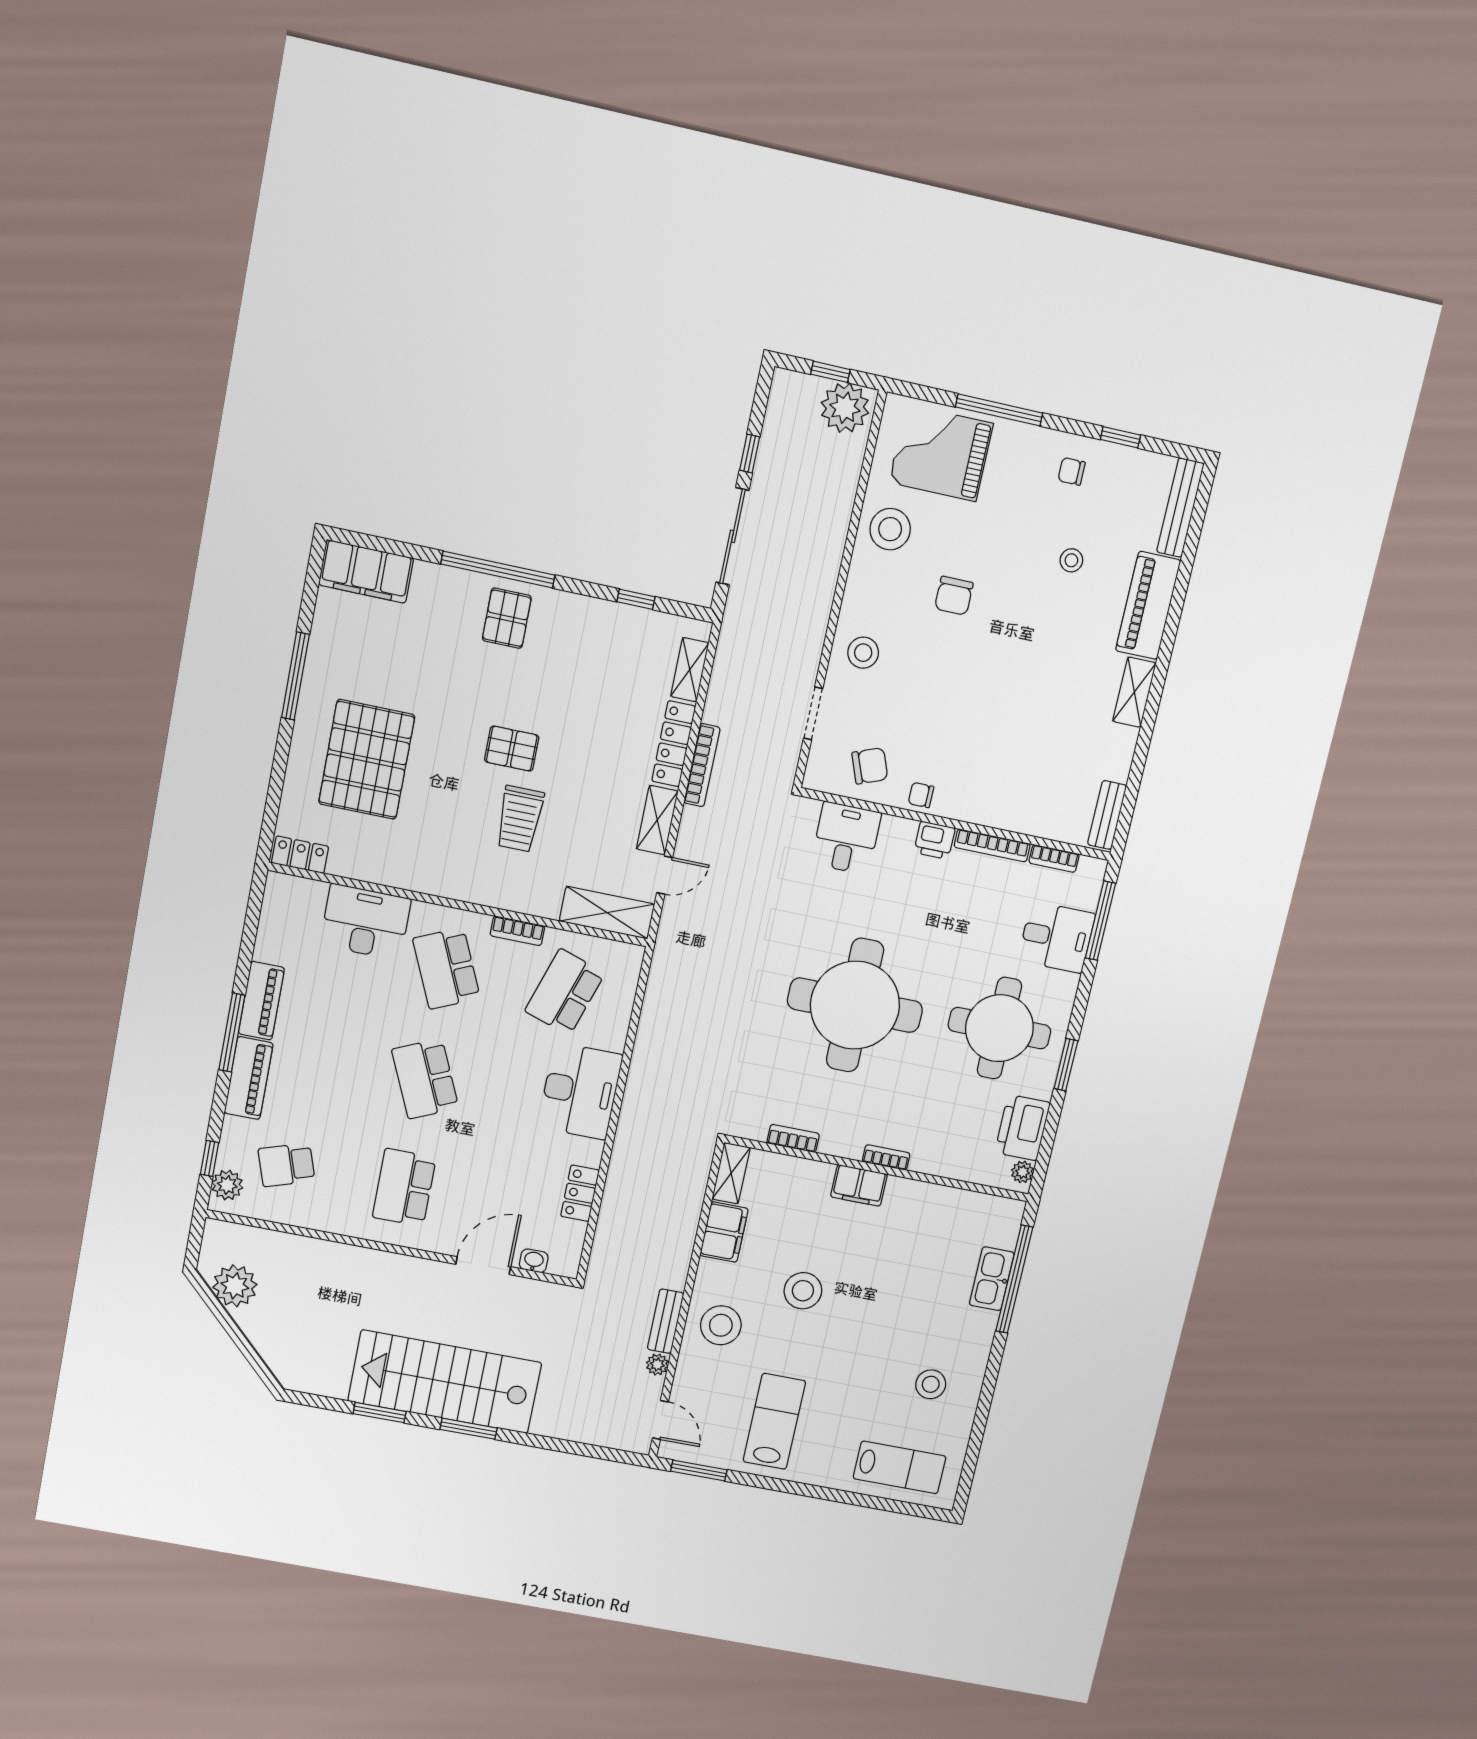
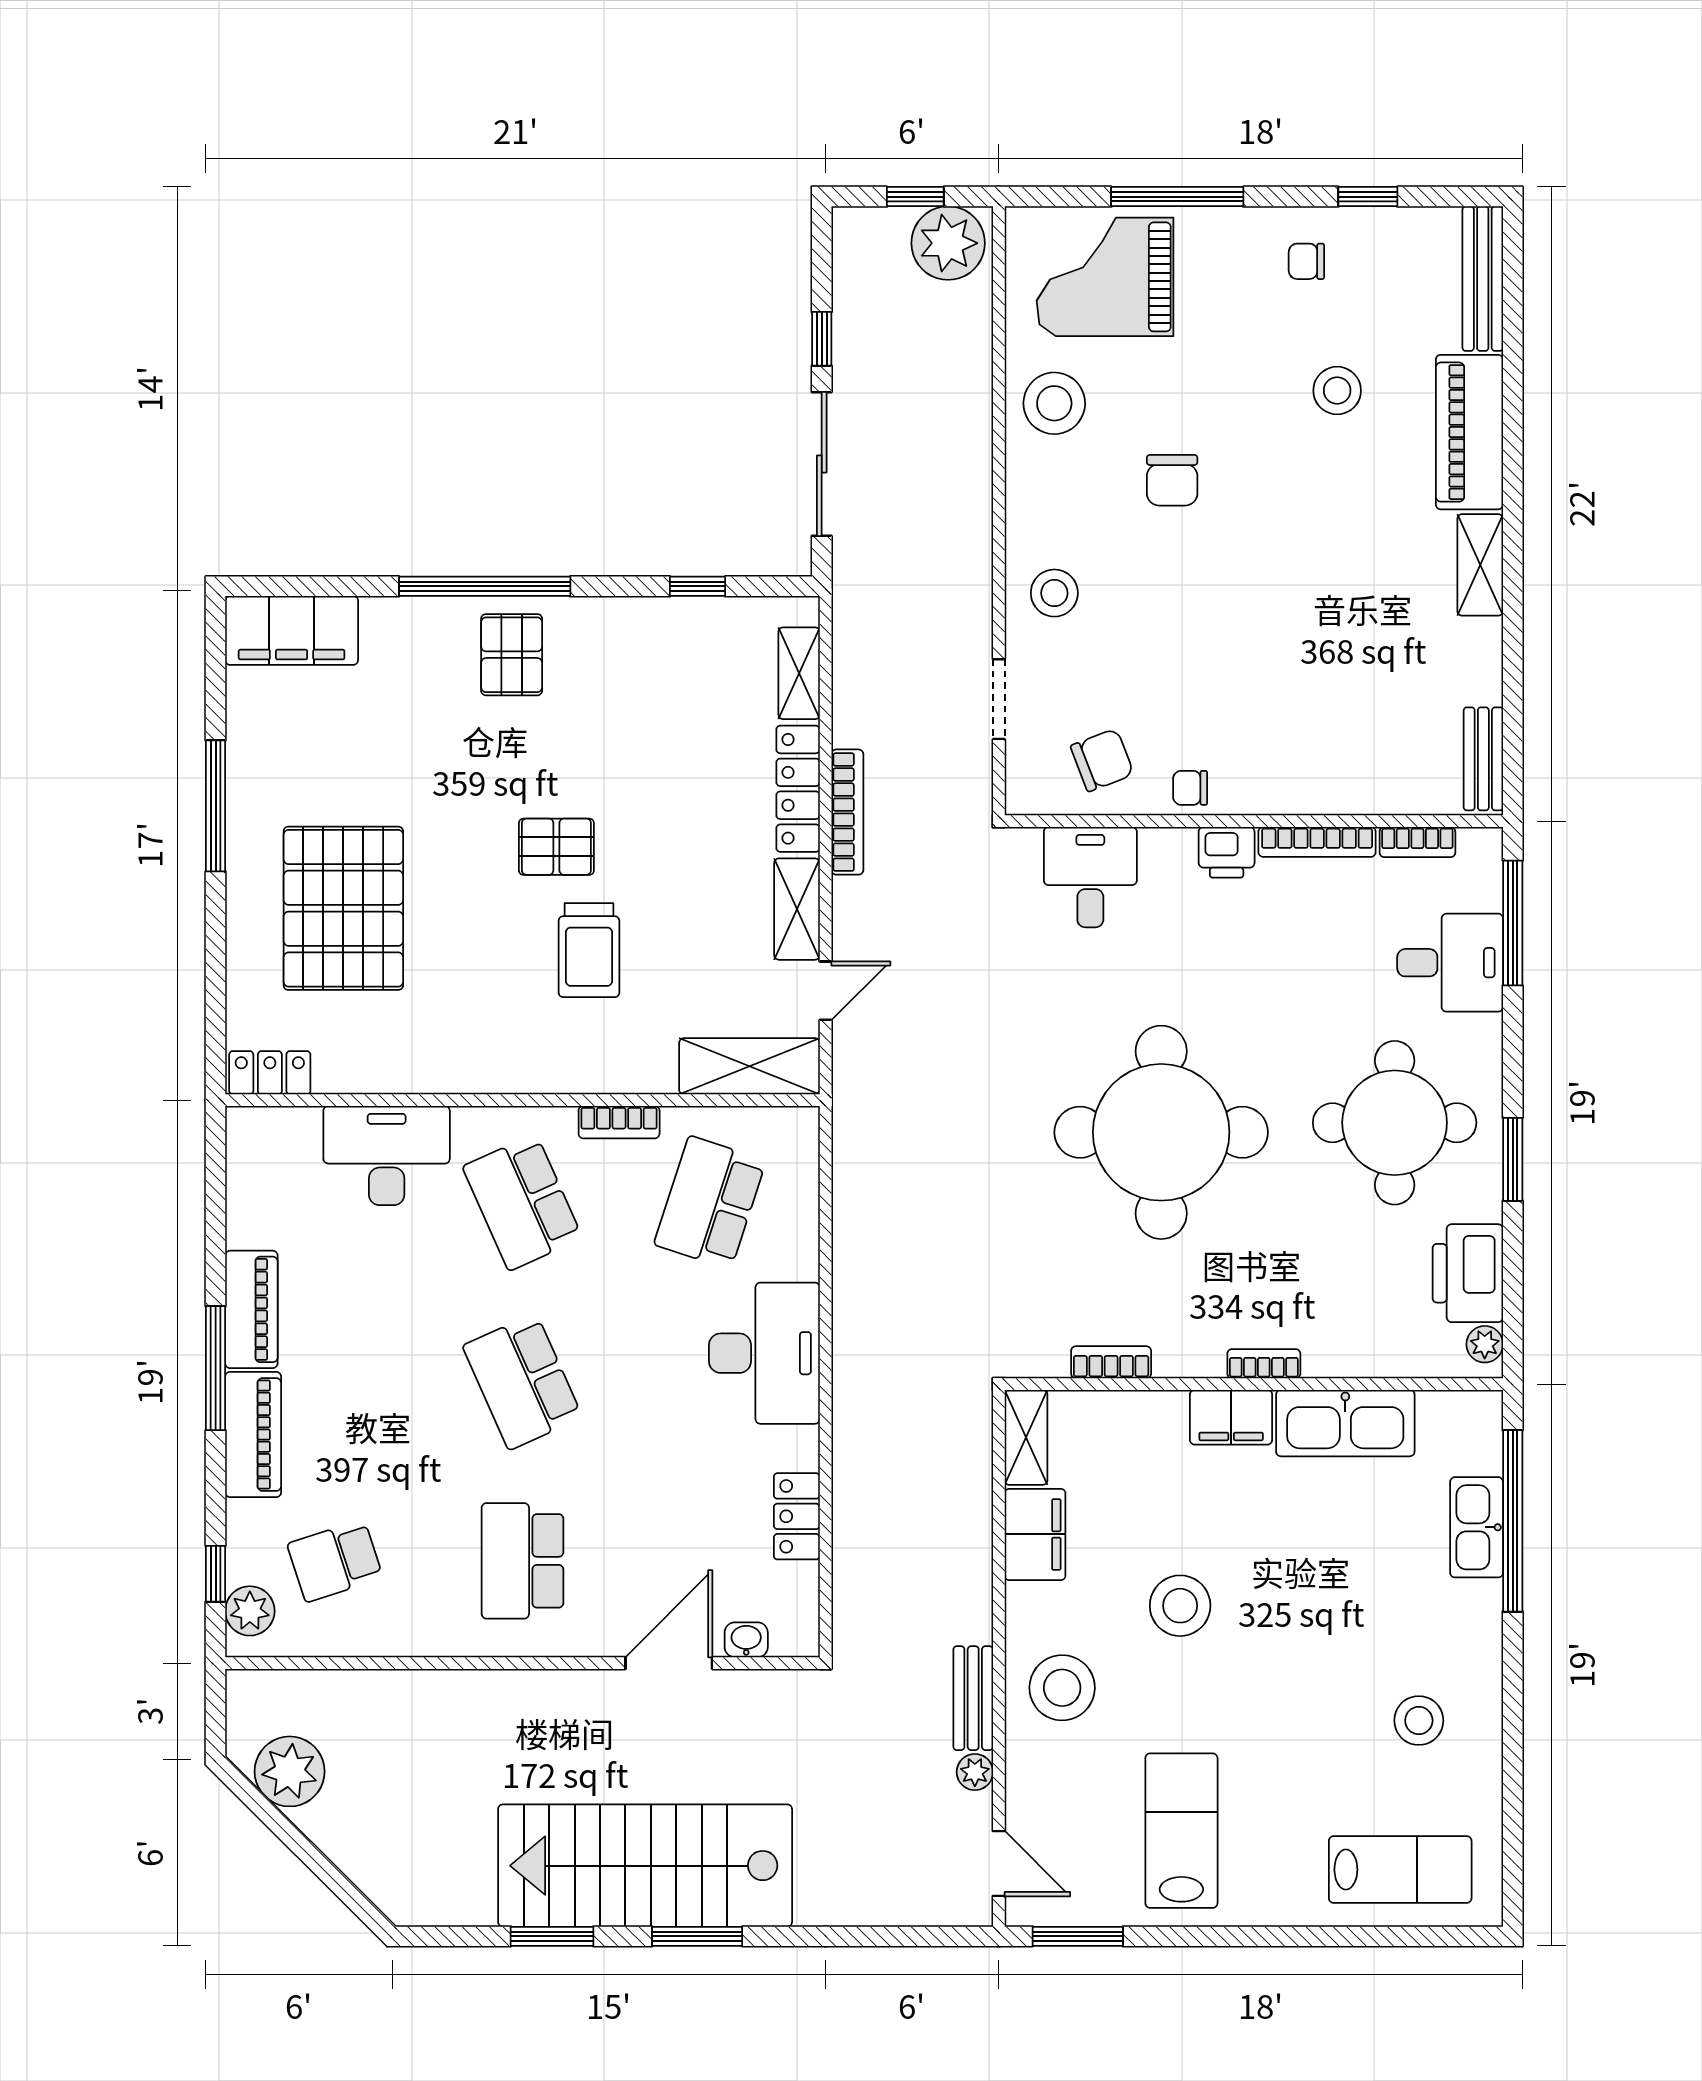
stool: (1071, 560) -> (1337, 391), width x1.37, depth x1.37
kitchen sink: (927, 1202) -> (1345, 1423), added

